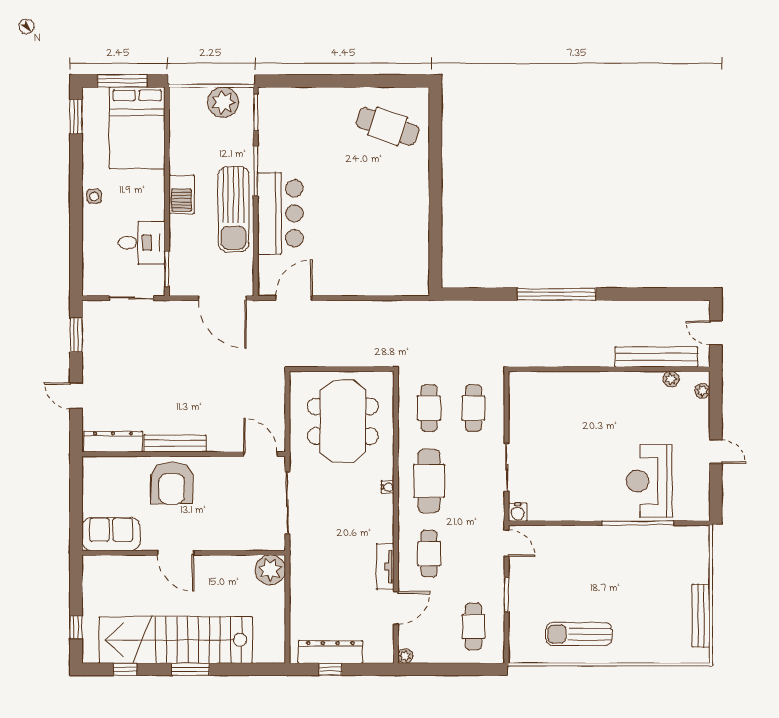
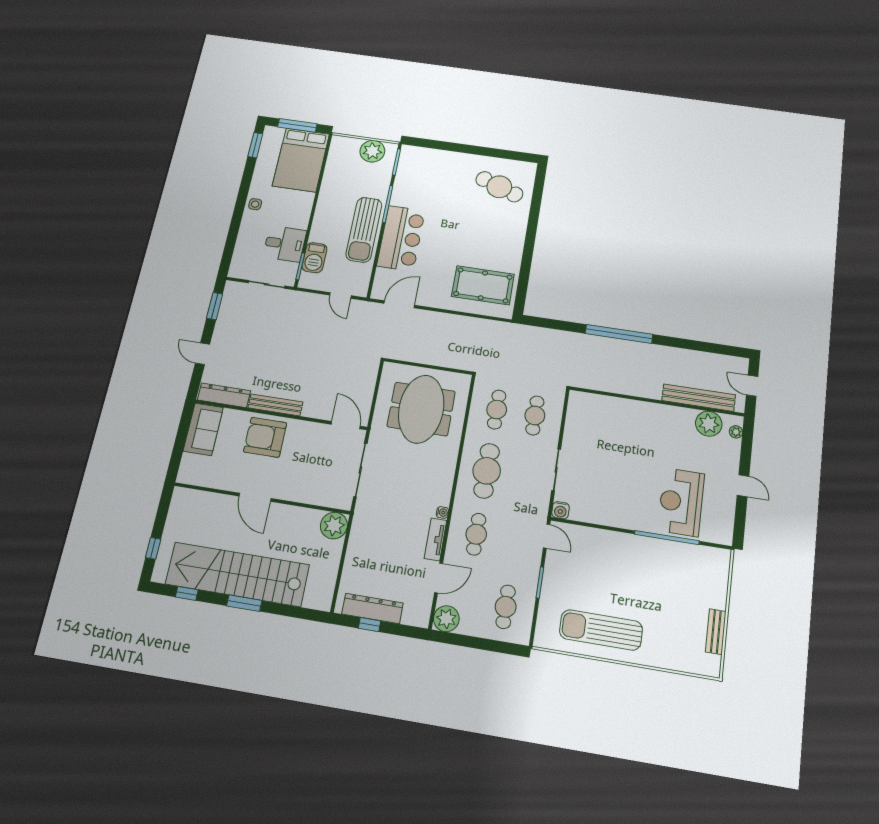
barbecue: (181, 194) -> (314, 258), moved
pool table: (389, 259) -> (483, 285), added
door: (222, 298) -> (340, 295), width x0.53
plant: (671, 379) -> (709, 424), width x1.87, depth x1.87
armchair: (172, 483) -> (265, 437), turned 90
water cooler: (388, 487) -> (442, 512), moved
sofa: (111, 534) -> (203, 429), moved, turned 90
bench: (701, 616) -> (716, 632), width x0.73
sun lounger: (579, 634) -> (601, 630), width x1.36, depth x1.34
plant: (405, 656) -> (446, 619), width x1.88, depth x1.88

